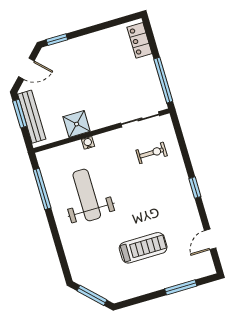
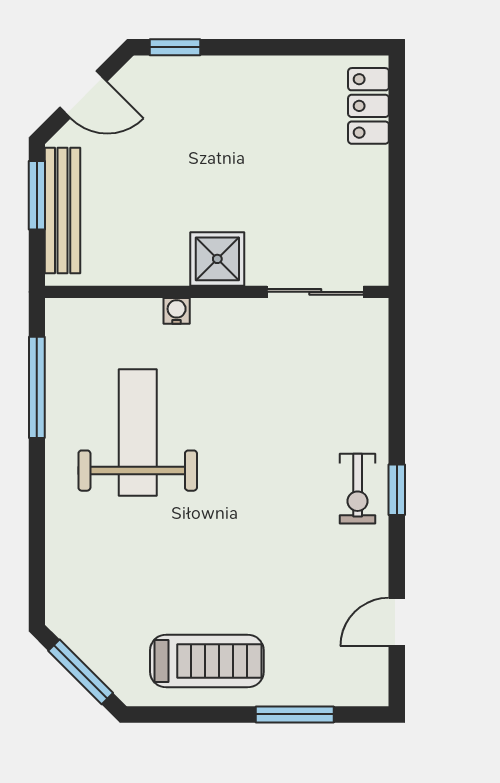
window: (163, 80) -> (397, 216), removed
shower: (77, 124) -> (217, 259), moved
exercise bike: (152, 153) -> (358, 489), moved, turned 90
treadmill: (143, 248) -> (207, 661), moved

